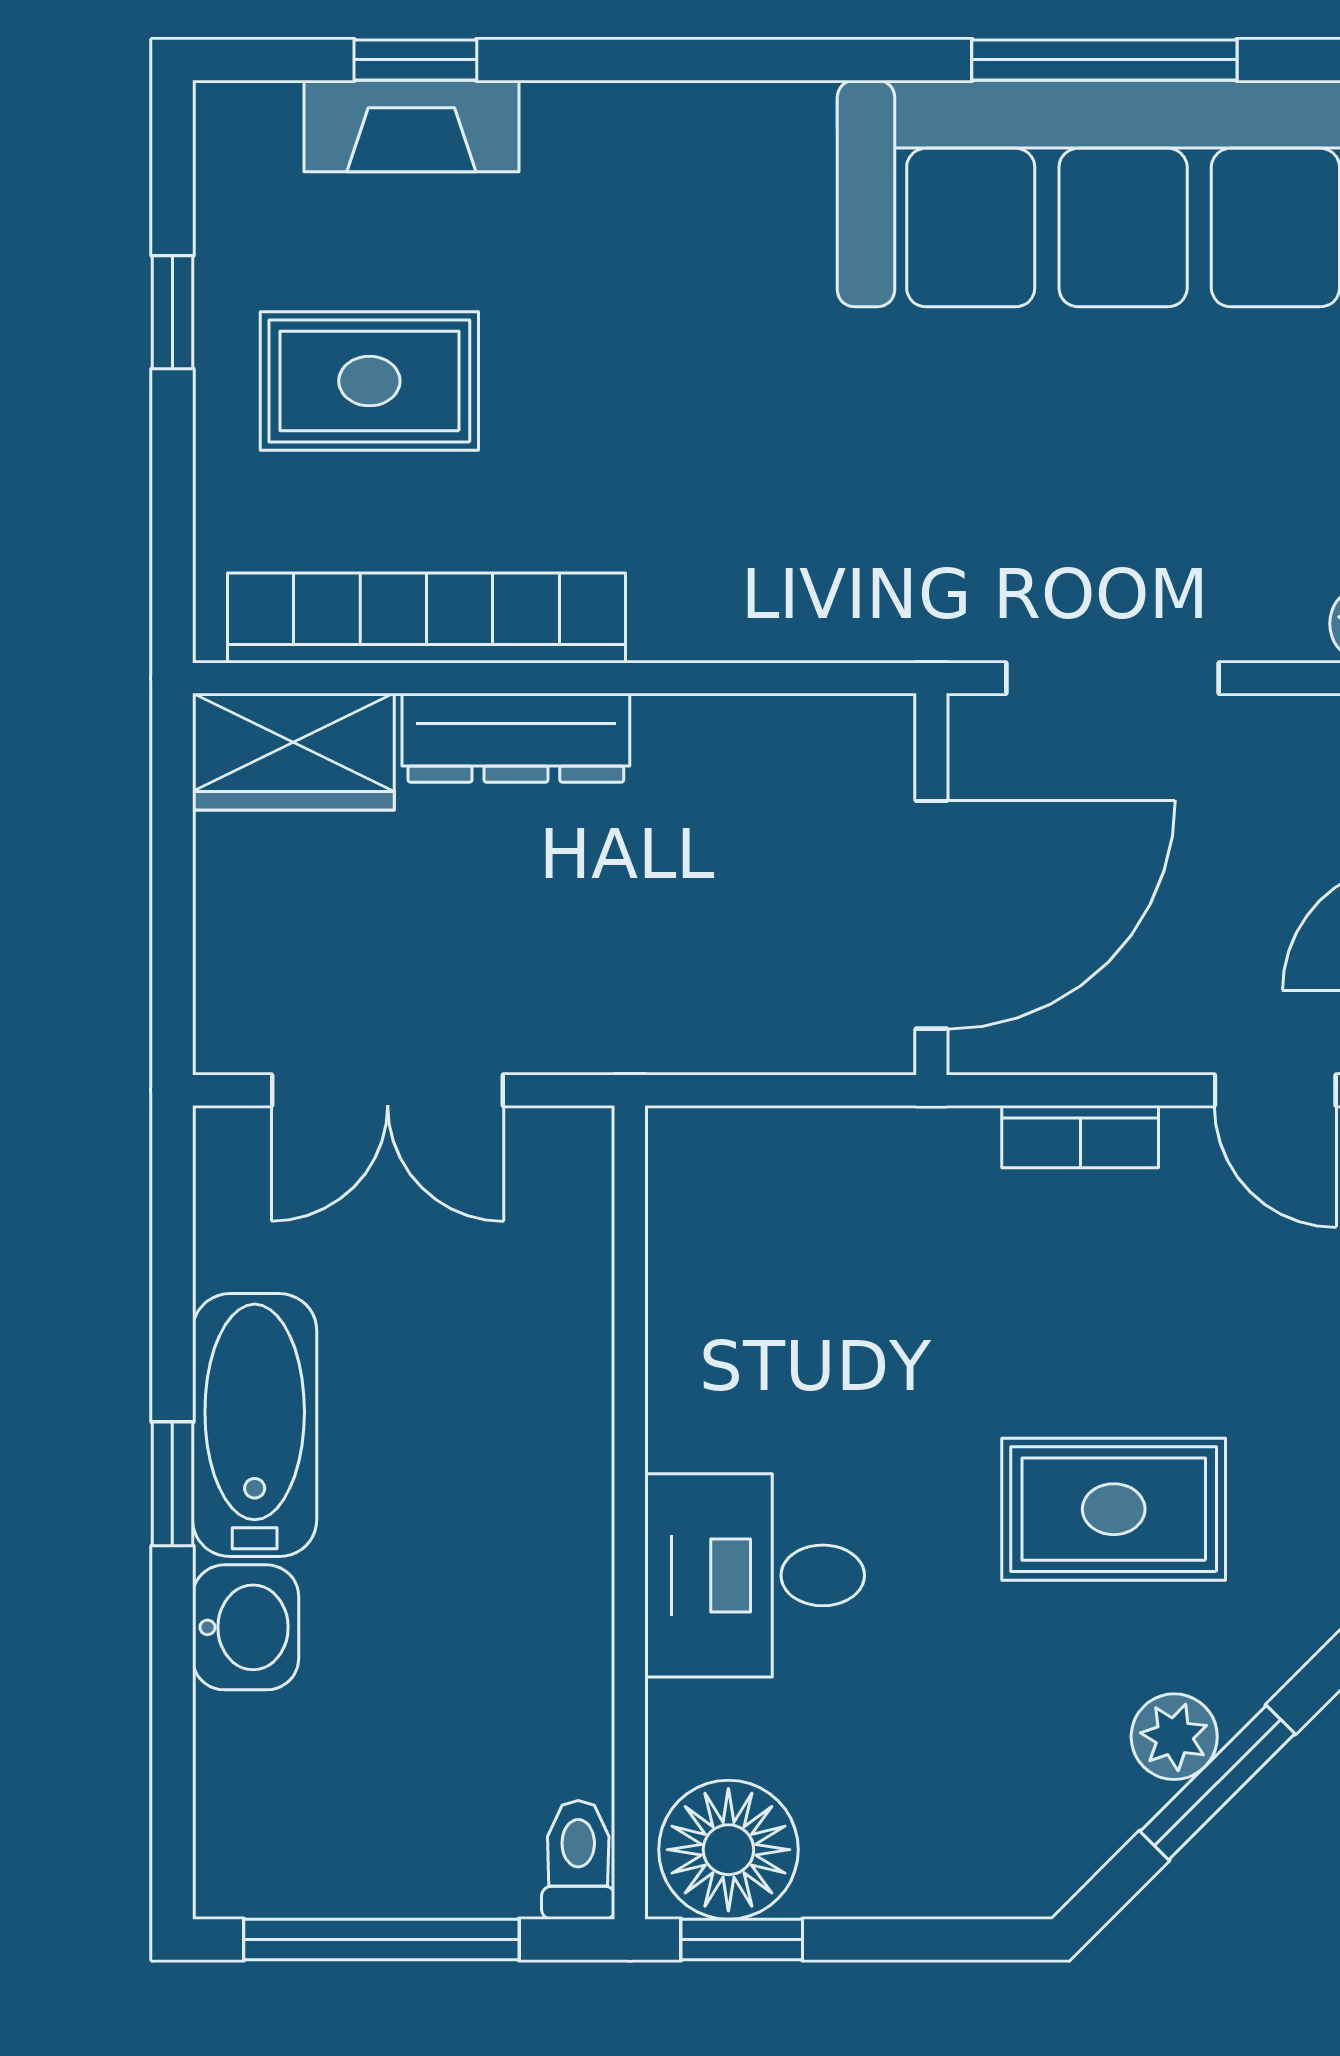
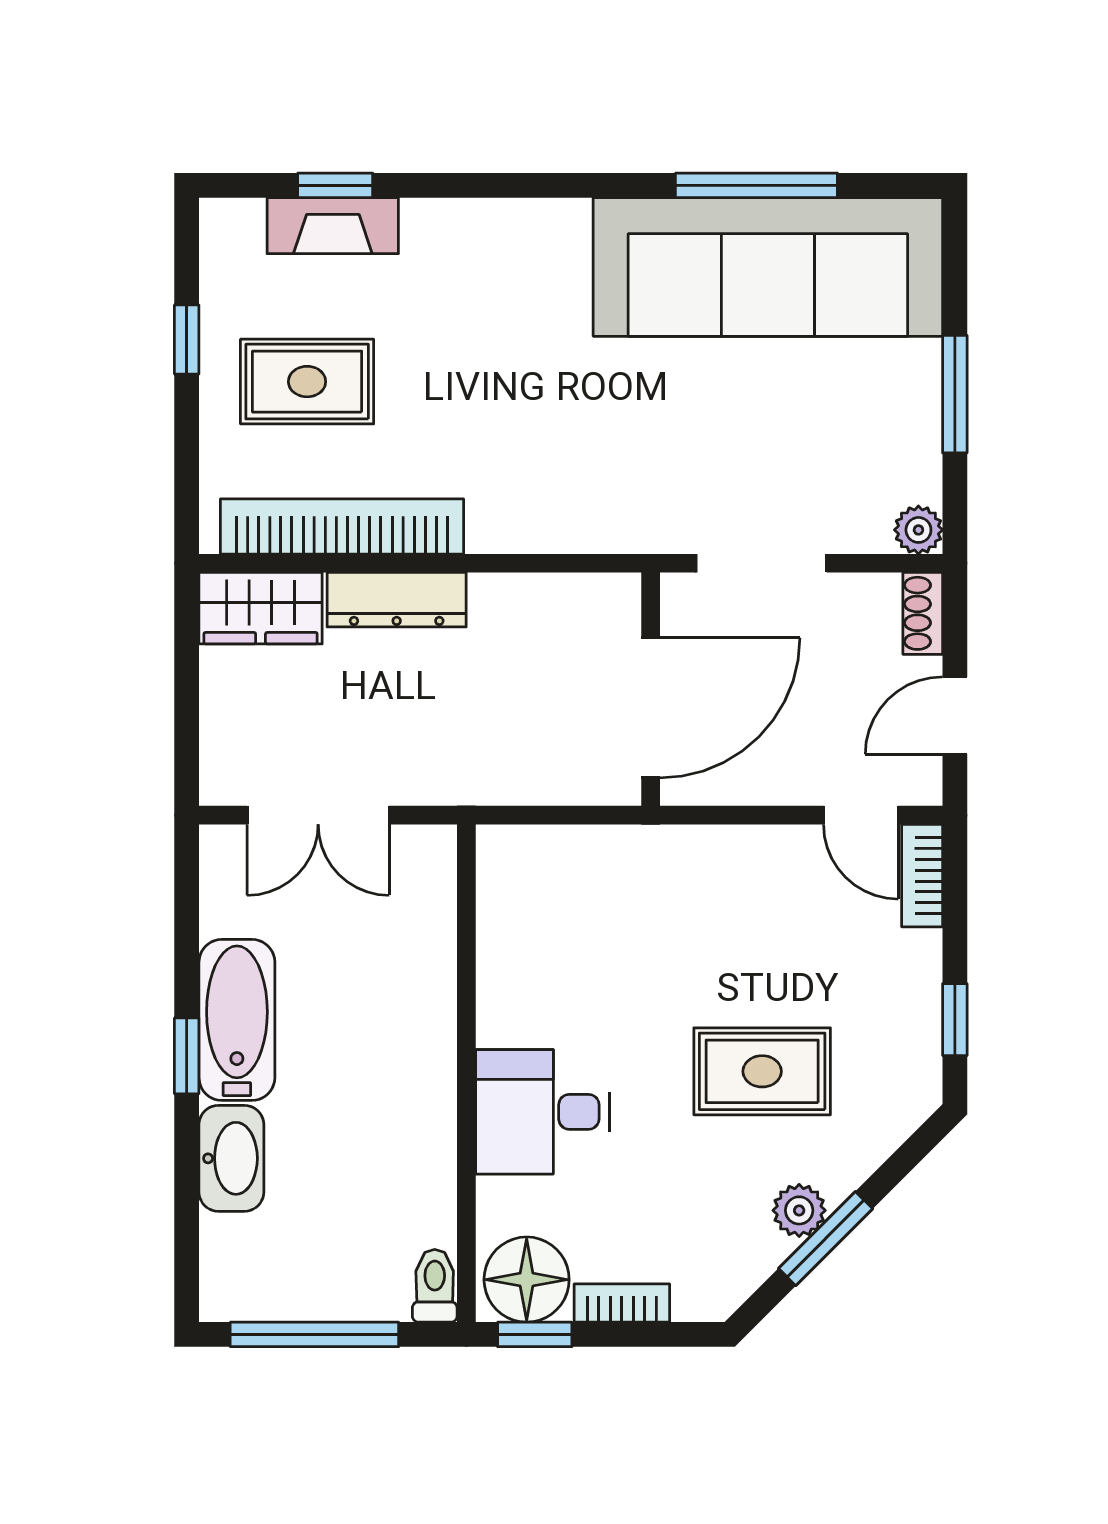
bookcase: (1080, 1137) -> (622, 1303), moved, turned 180
washbasin: (246, 1627) -> (231, 1158), width x1.38

